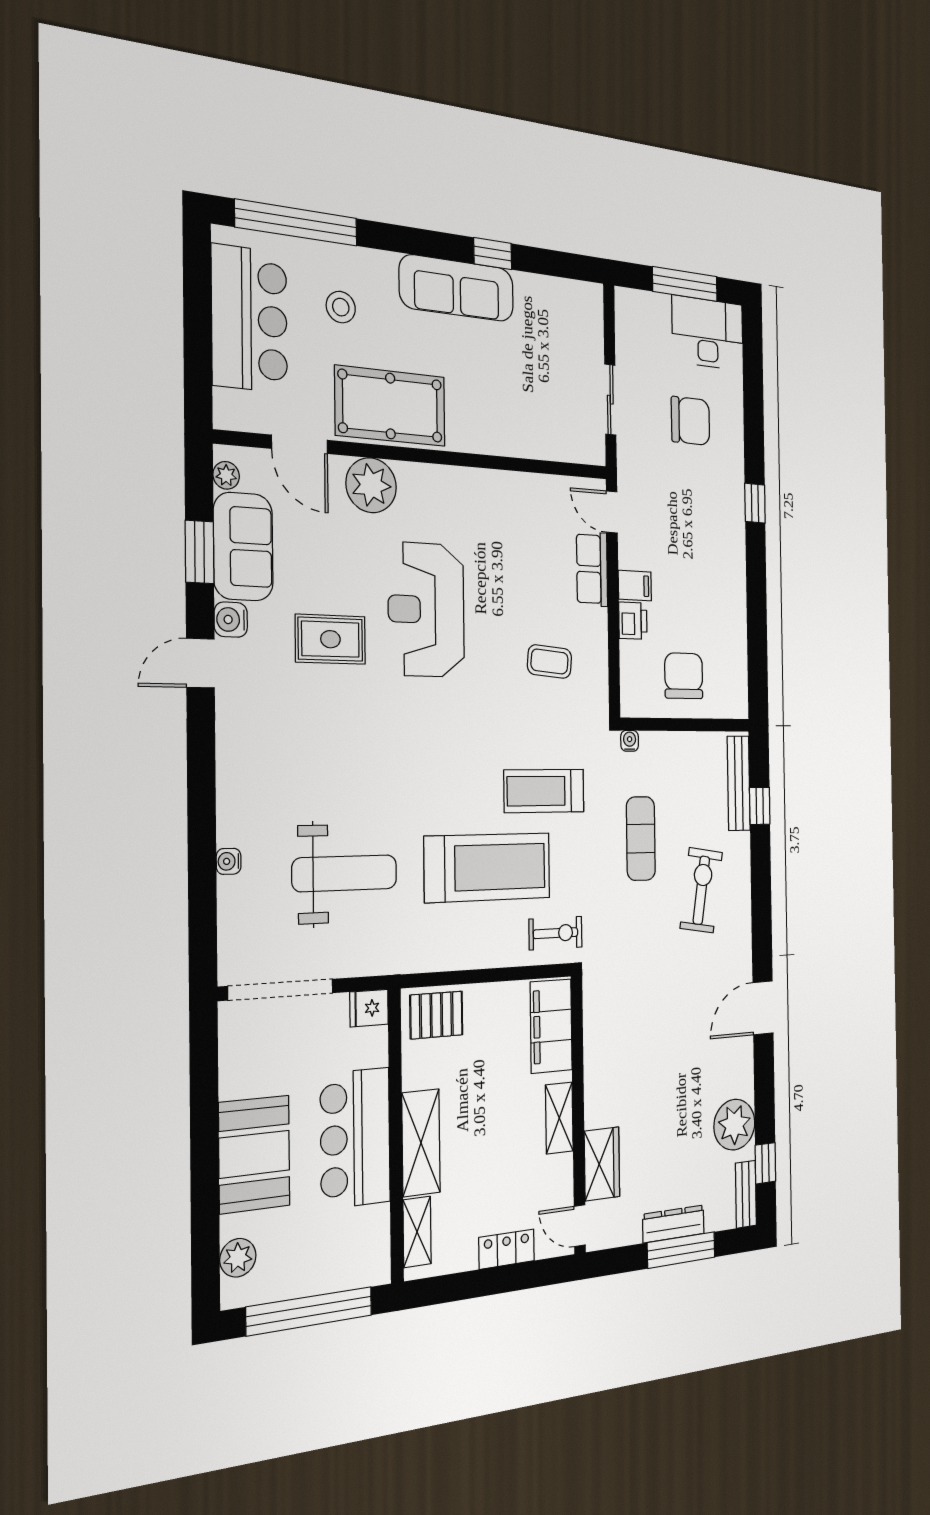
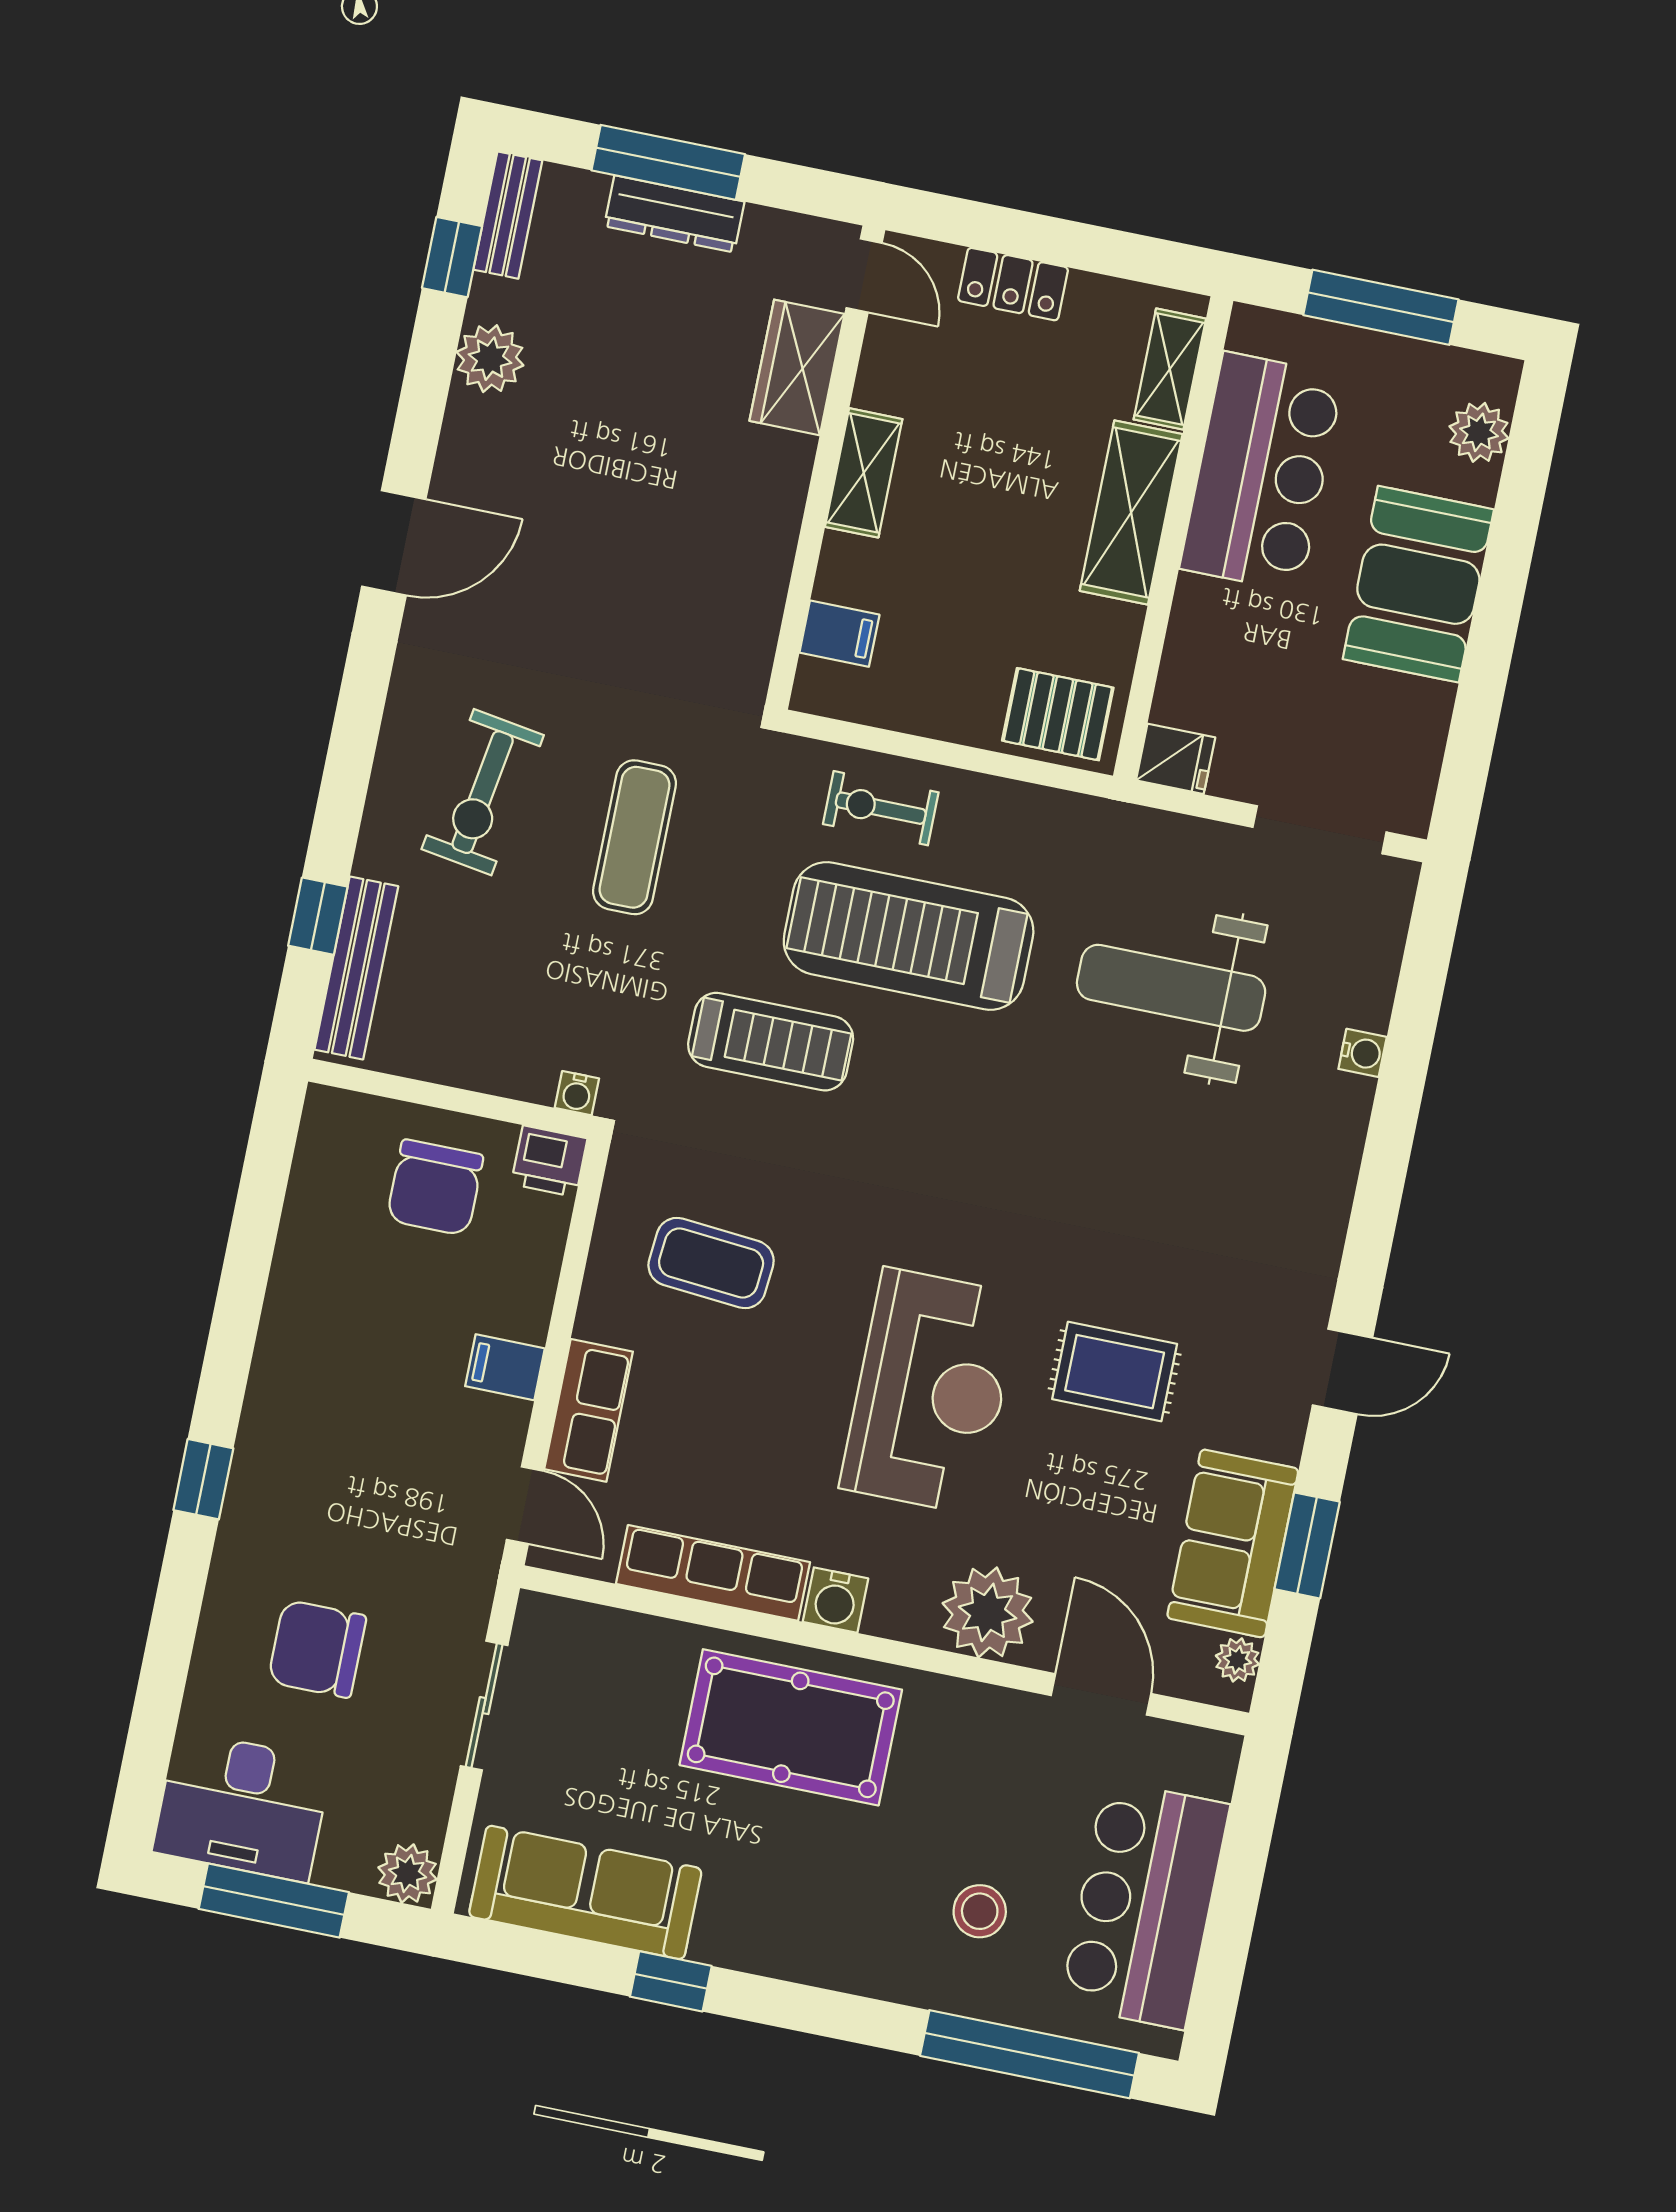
sofa: (457, 288) -> (585, 1892), moved
plant: (628, 304) -> (408, 1873), added
pool table: (390, 406) -> (791, 1727), moved
row of seats: (516, 488) -> (713, 1573), added
water cooler: (231, 620) -> (836, 1600), moved, turned 90
printer: (633, 621) -> (549, 1161), moved, turned -90
coffee table: (550, 661) -> (711, 1263), width x1.36, depth x1.30
exercise mat: (641, 839) -> (634, 837), moved
exercise bike: (556, 933) -> (881, 808), moved
doorway: (281, 990) -> (1320, 830), width x0.73
filing cabinet: (551, 1026) -> (839, 634), width x0.33, depth x0.86
plant: (734, 1125) -> (490, 359), width x0.73, depth x0.73
bar counter: (355, 1138) -> (1262, 472), moved
window: (309, 1311) -> (1381, 307), width x0.68

